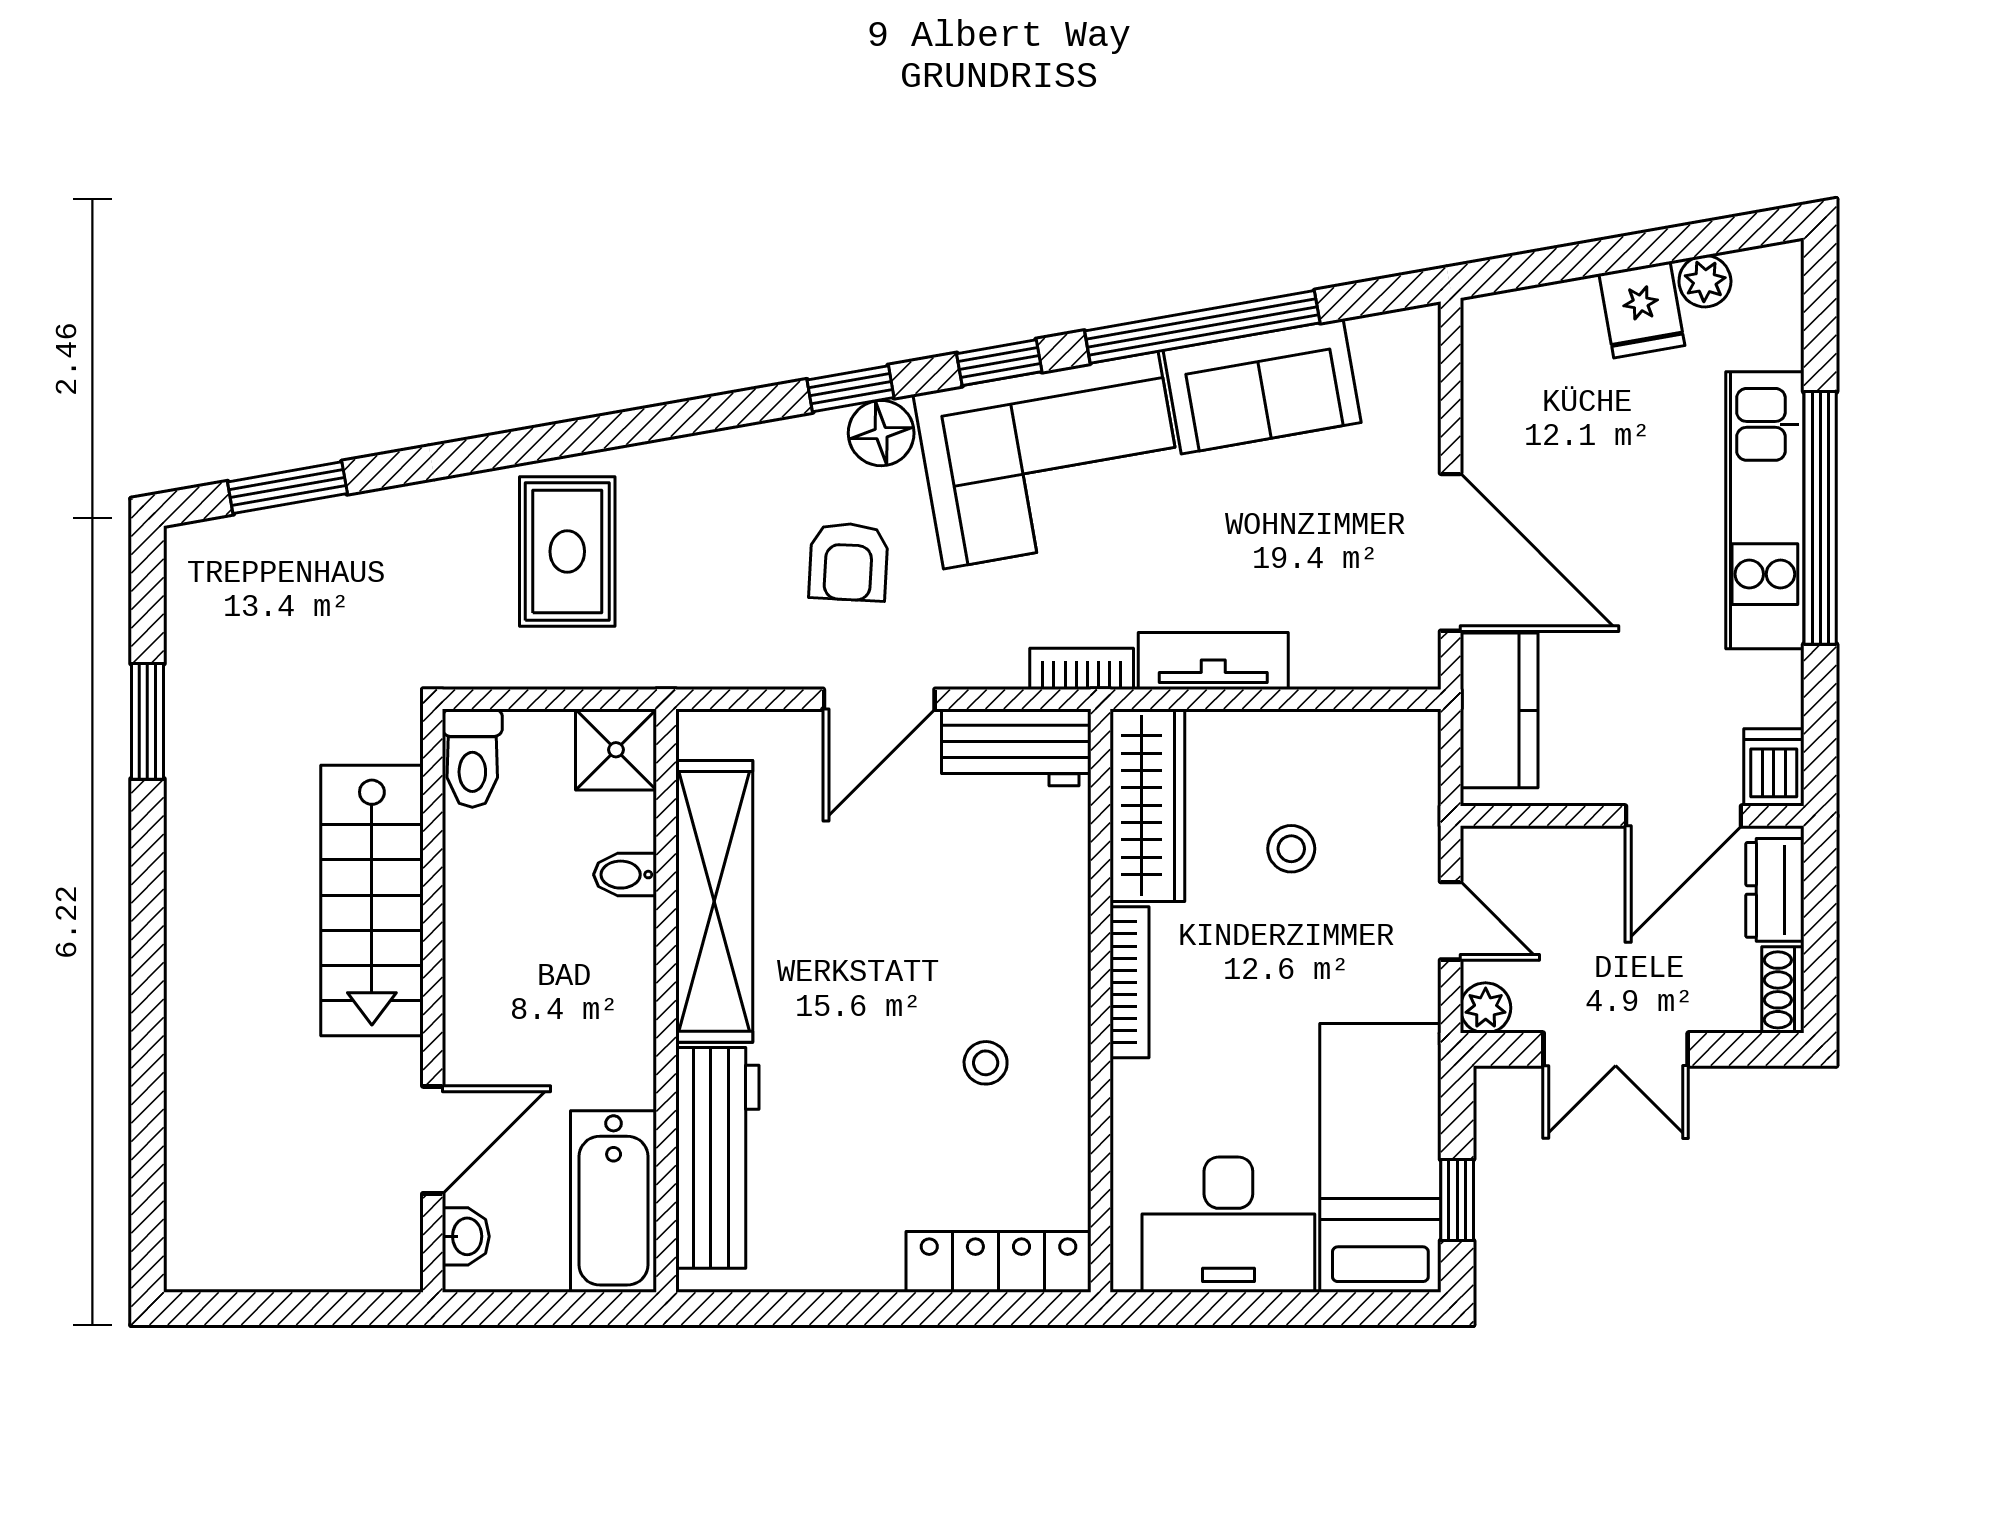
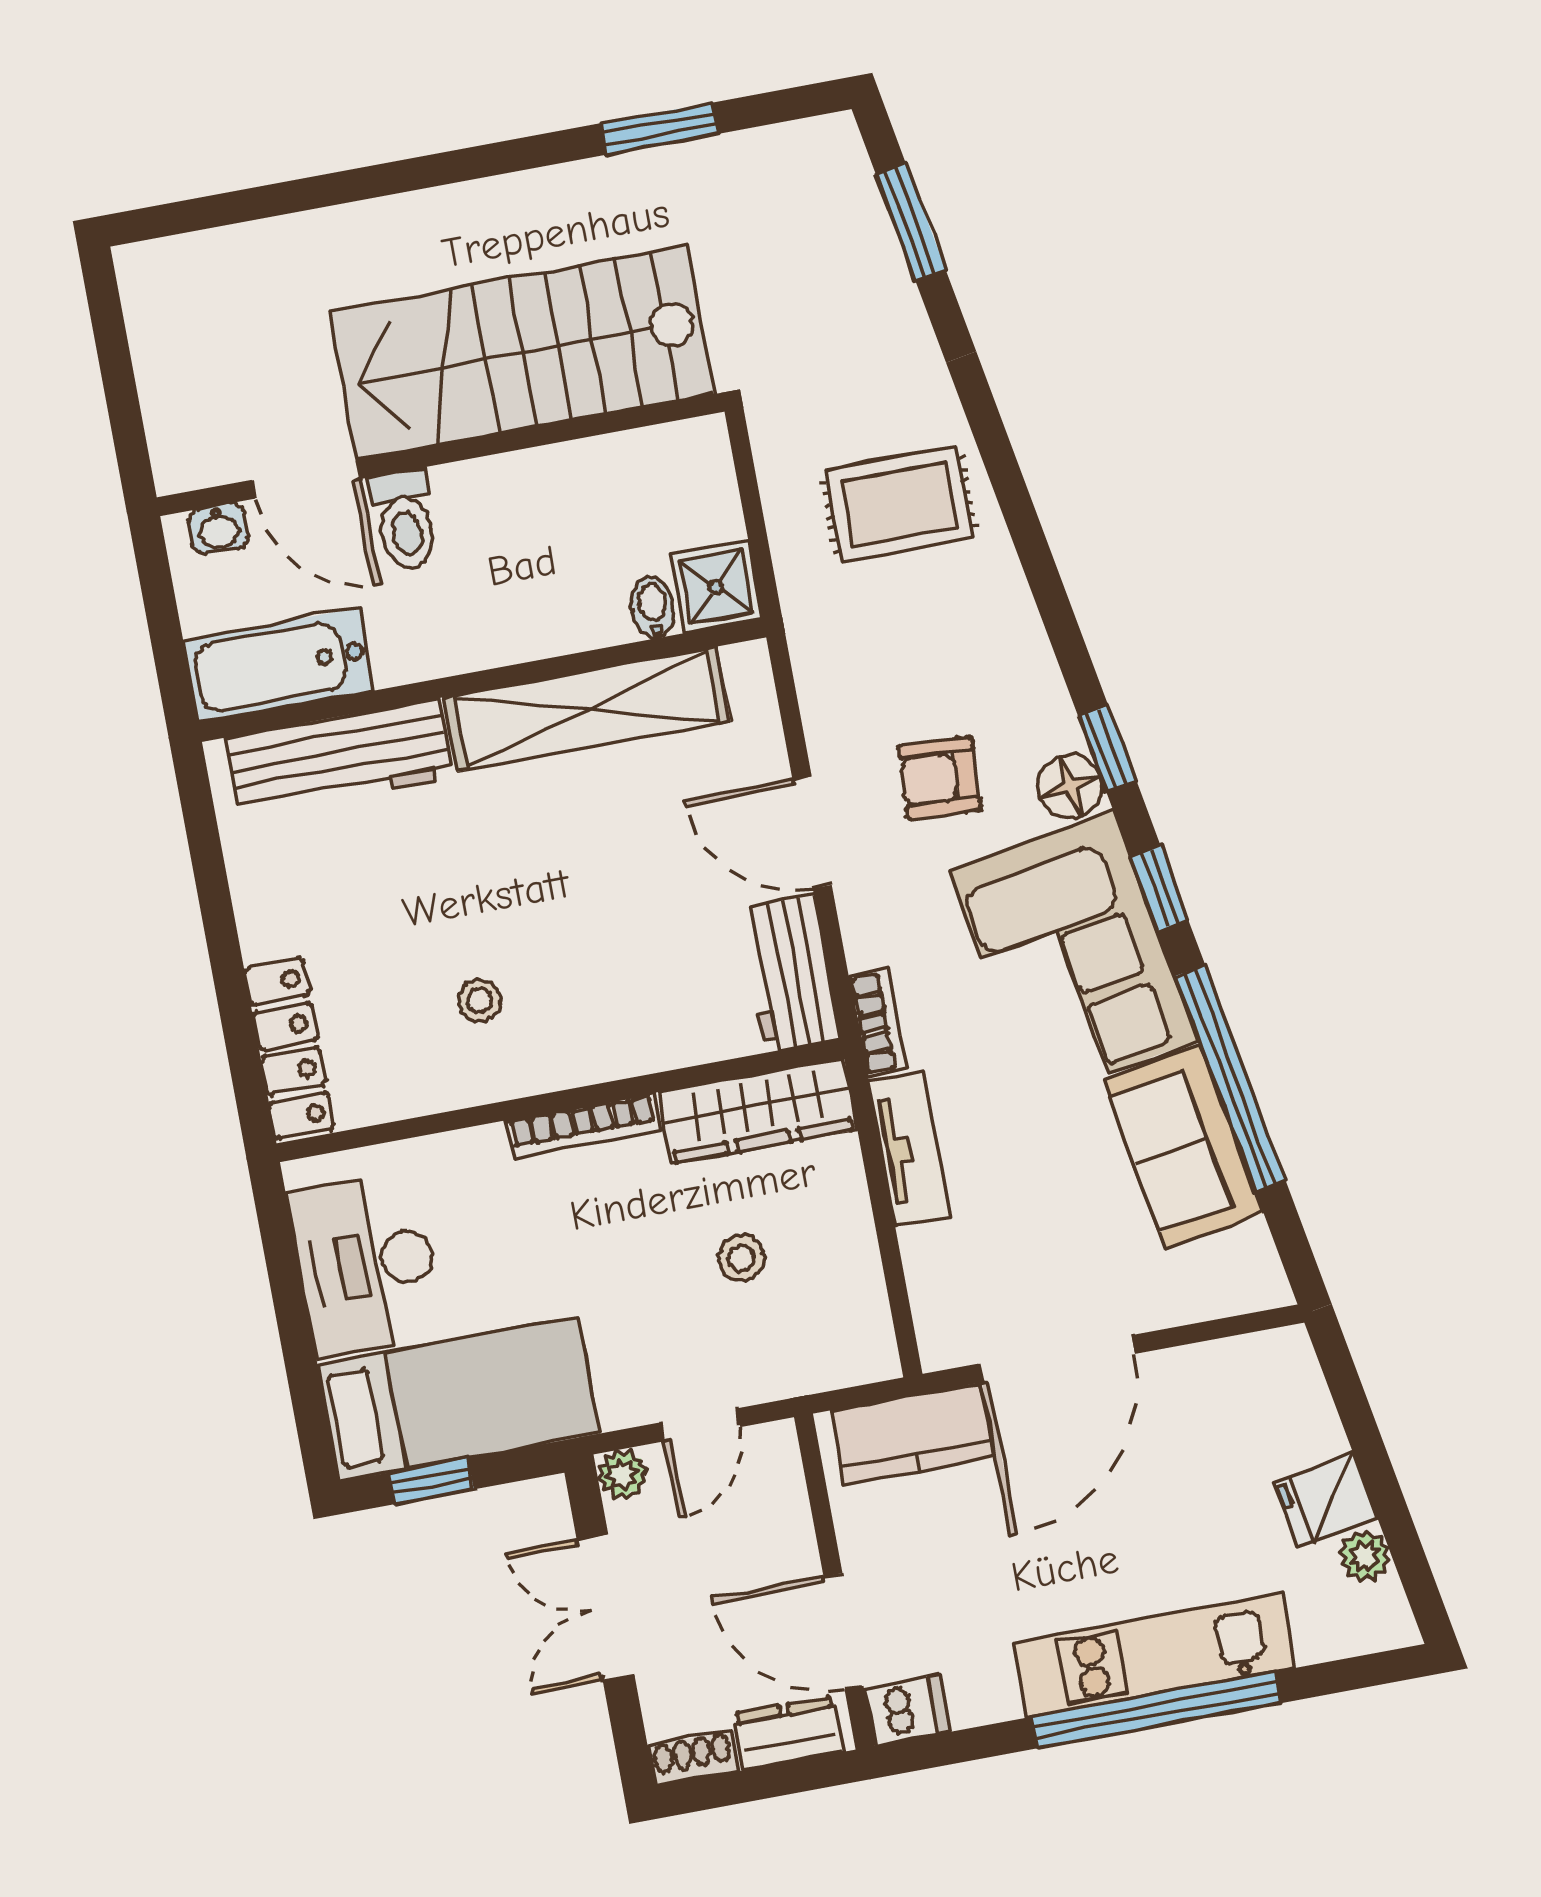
toilet: (472, 758) -> (405, 520), moved, turned -90
bidet: (625, 875) -> (653, 608), moved
stairs: (372, 901) -> (522, 353), width x1.36, depth x1.51

